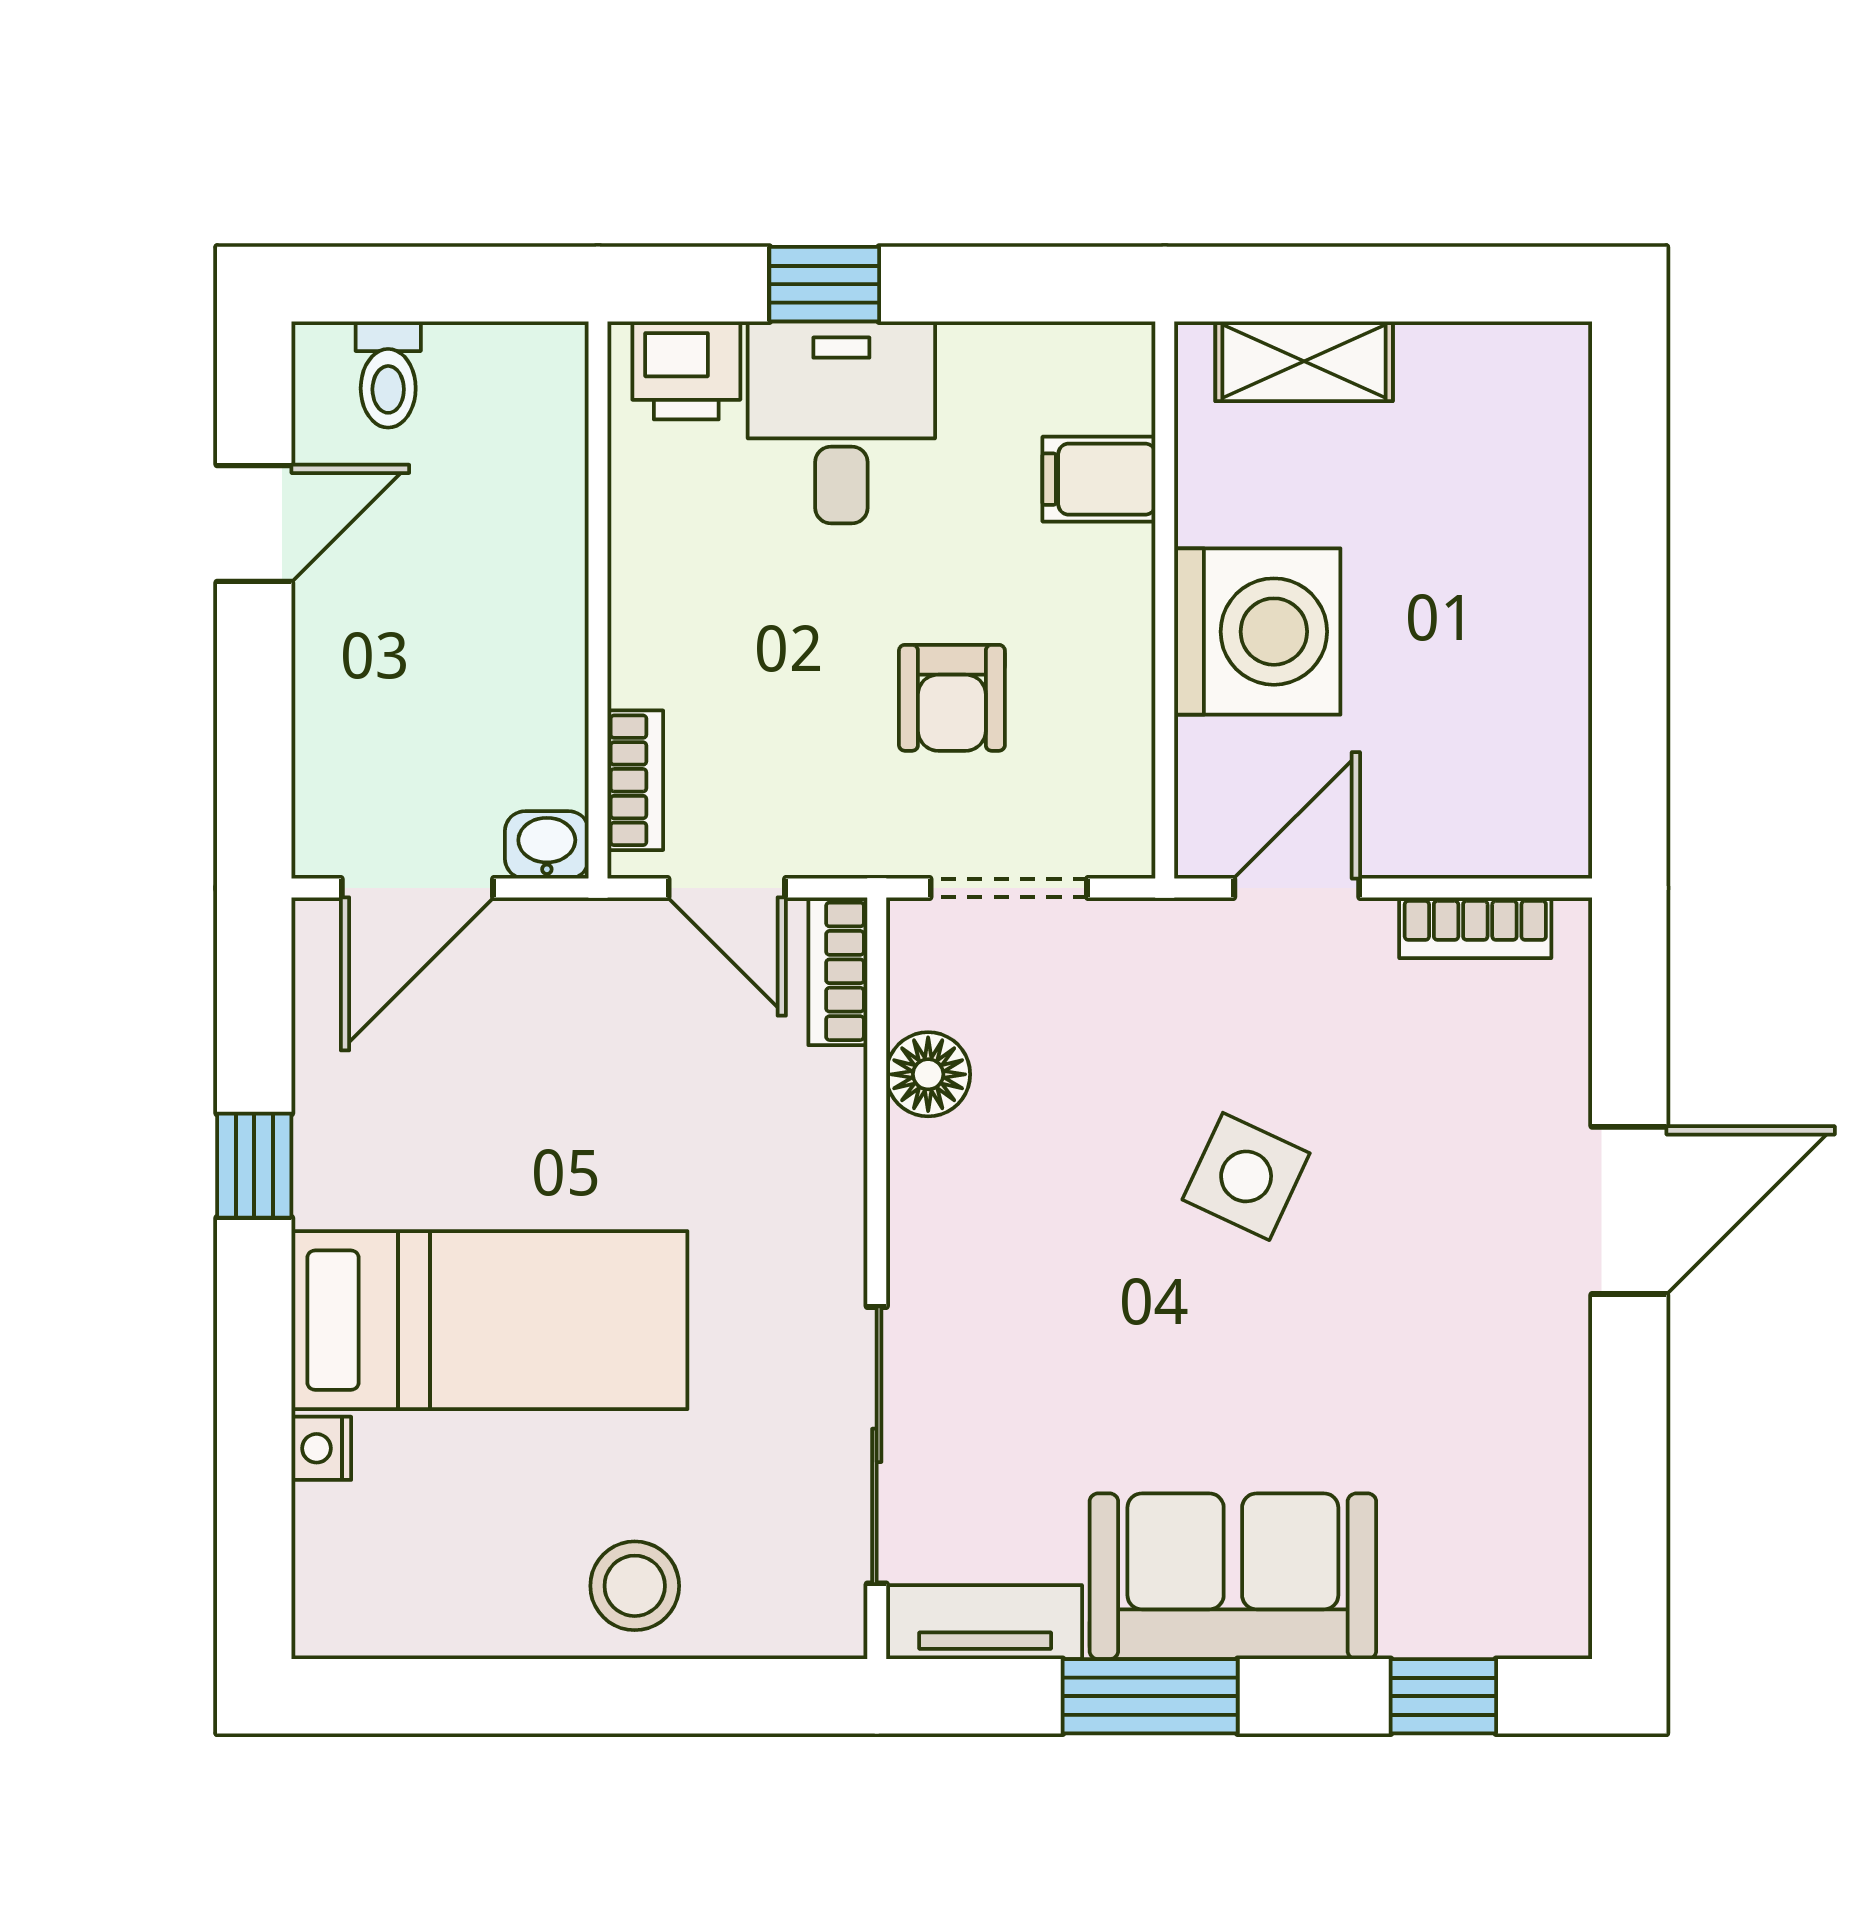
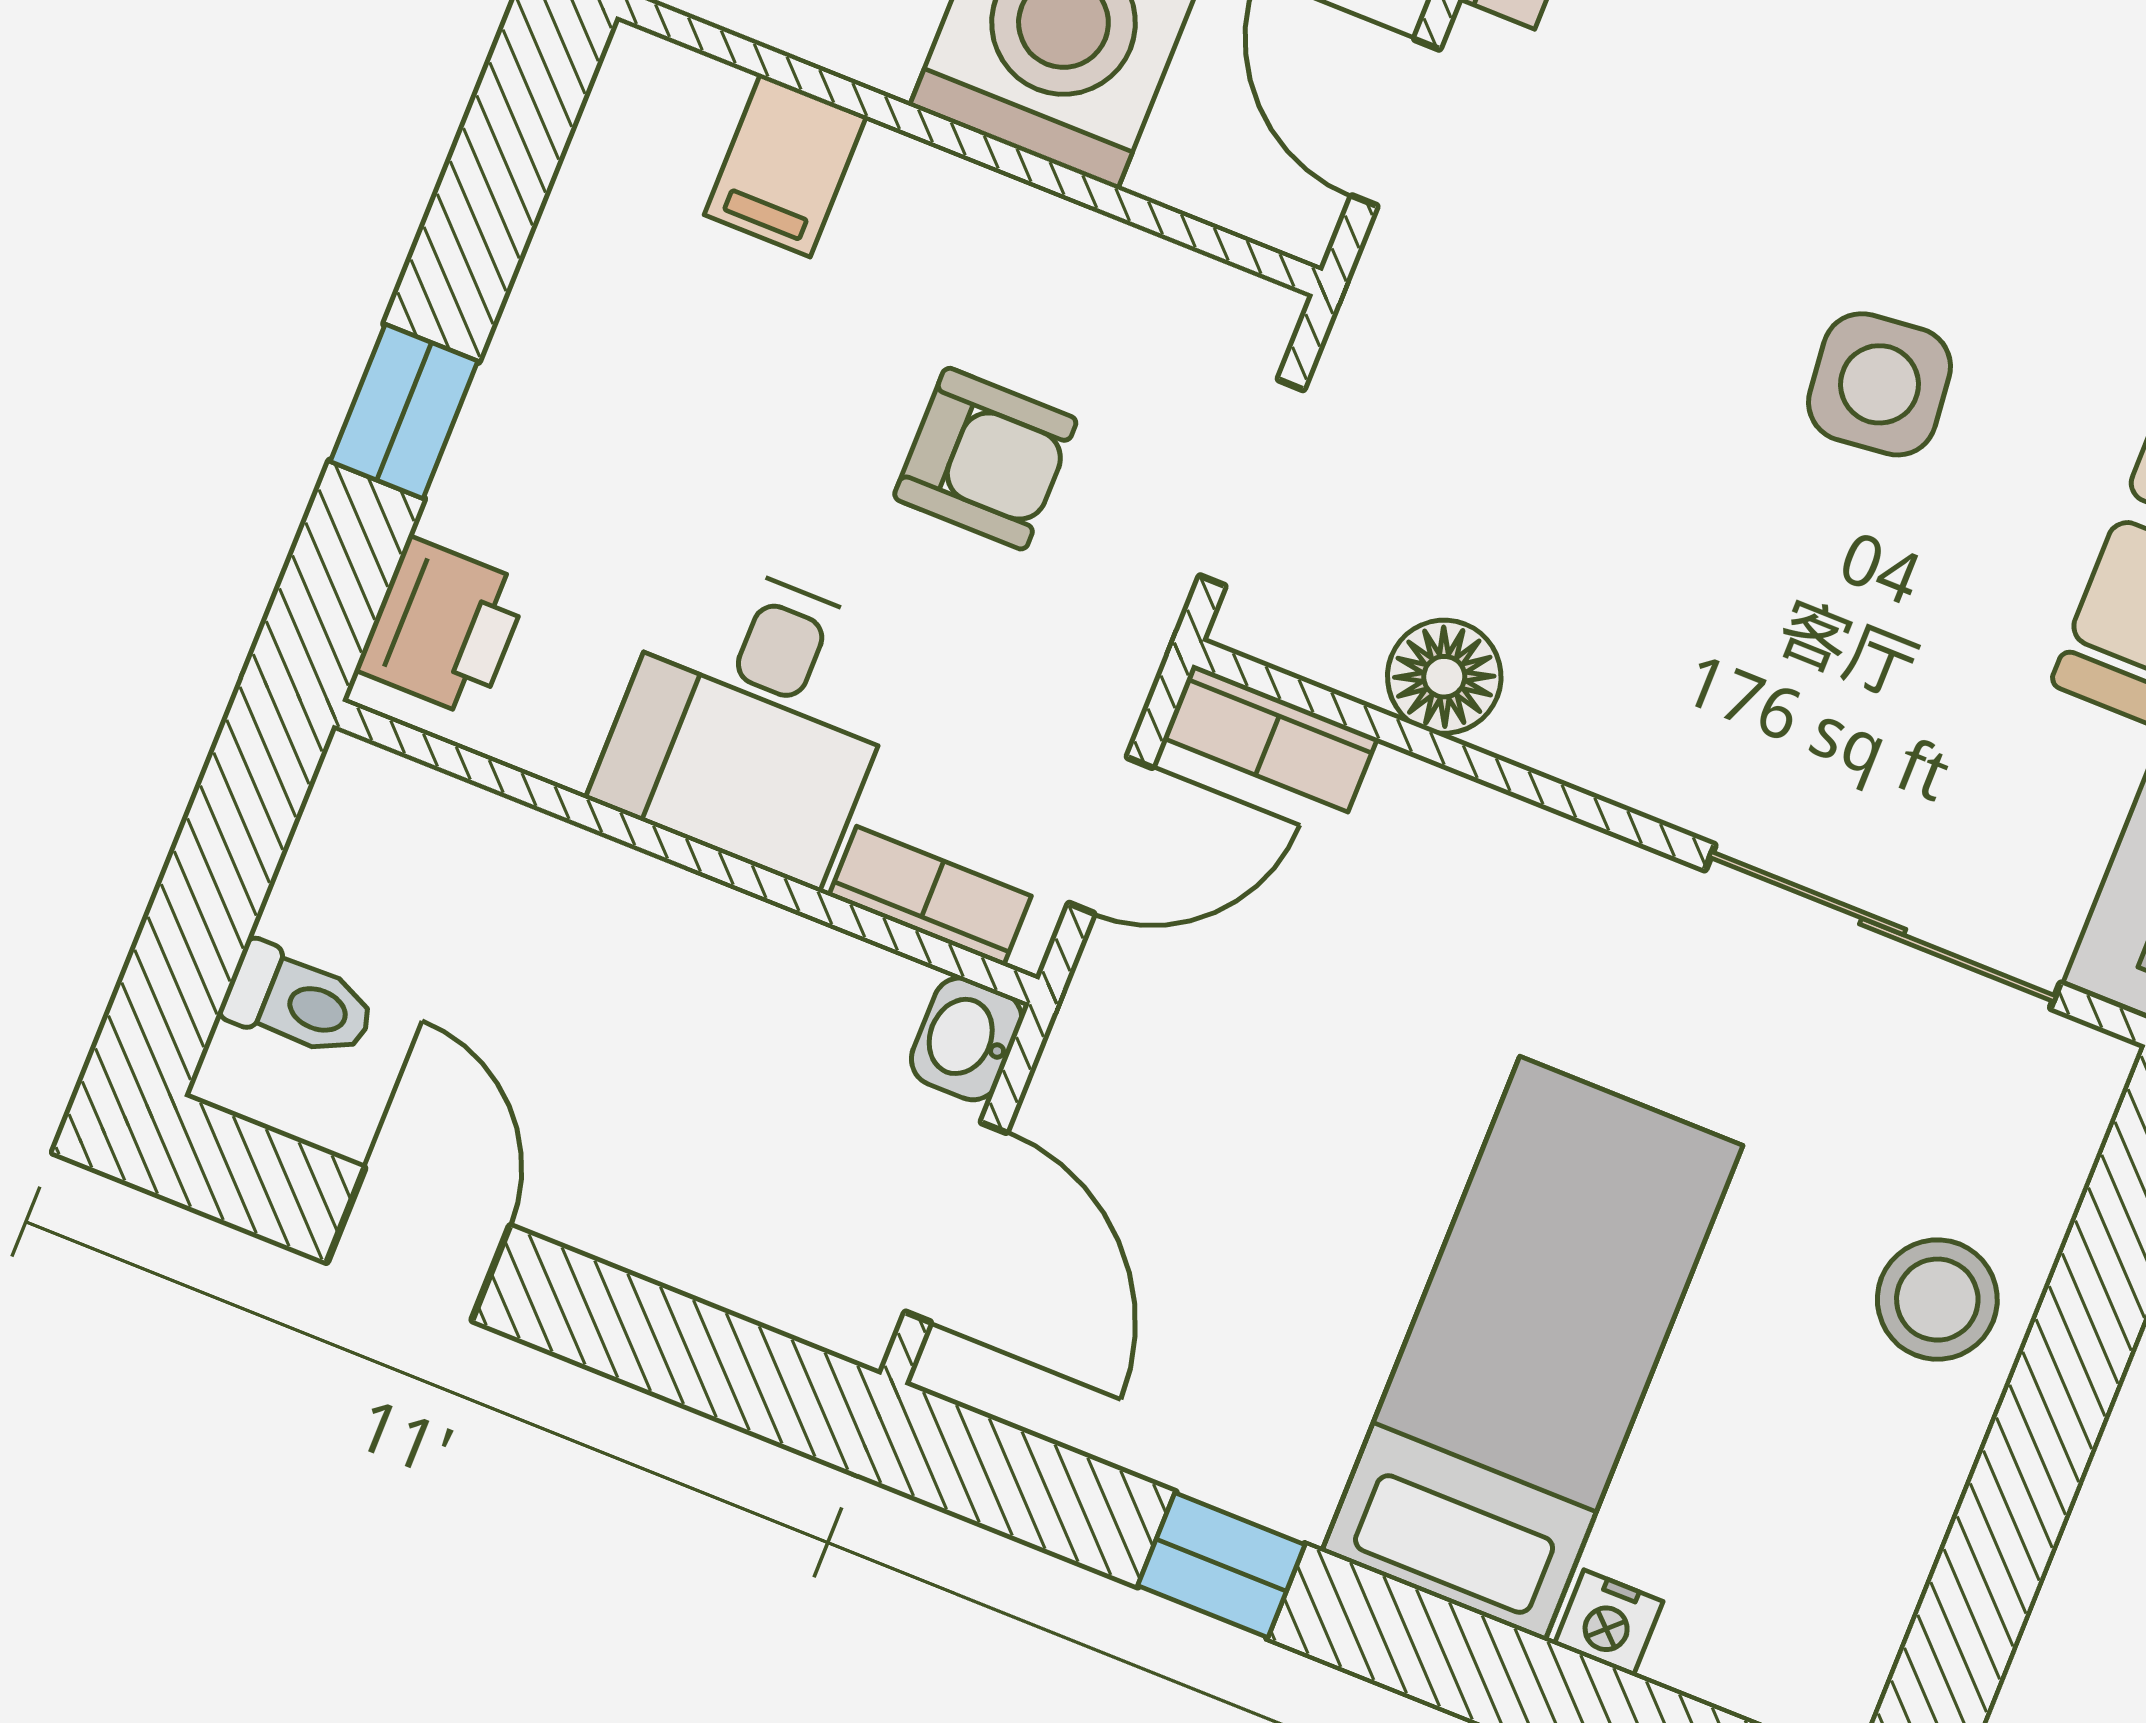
desk: (841, 422) -> (753, 719), moved, turned -90
side table: (1246, 1176) -> (1880, 384), moved, turned -31

